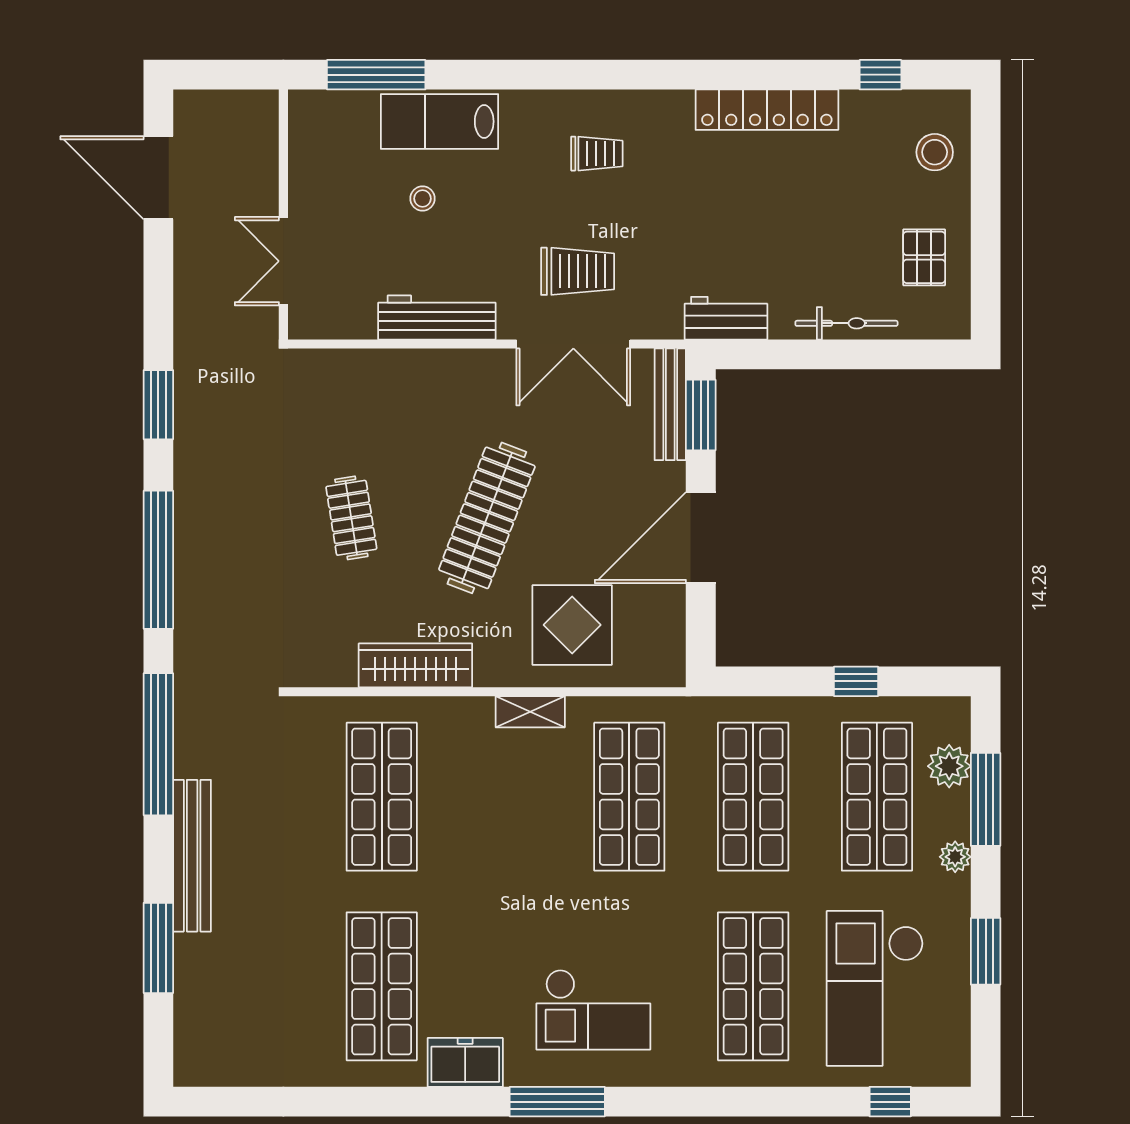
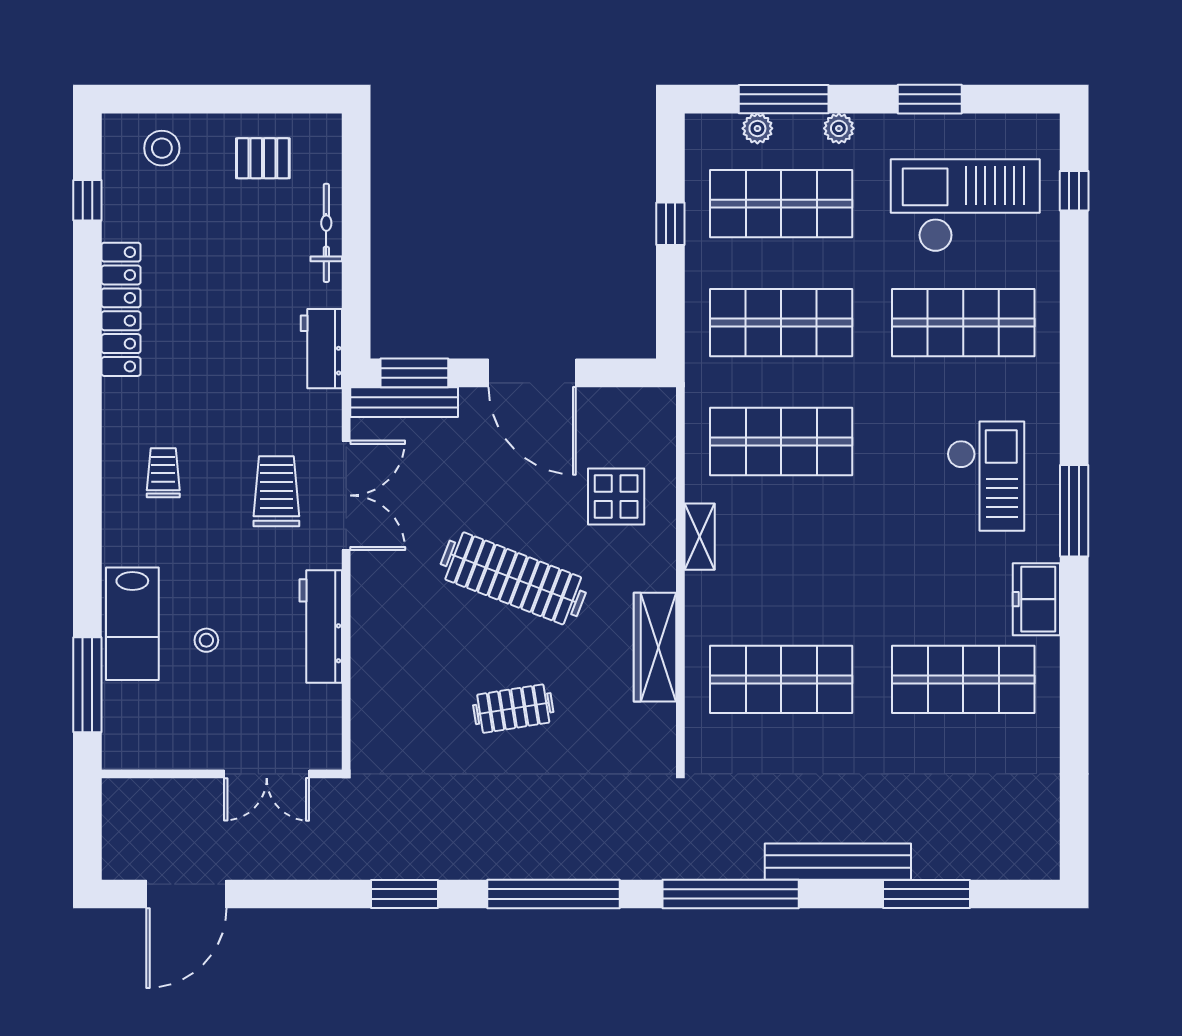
display table: (572, 625) -> (616, 496), width x0.73, depth x0.73
plant: (949, 766) -> (757, 128), width x0.73, depth x0.73
checkout: (875, 988) -> (965, 205), turned 180

